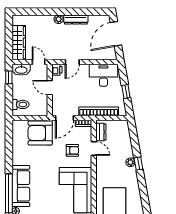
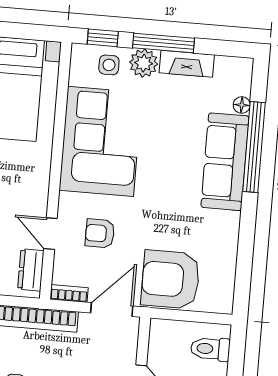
armchair: (40, 133) -> (171, 279), turned 180

